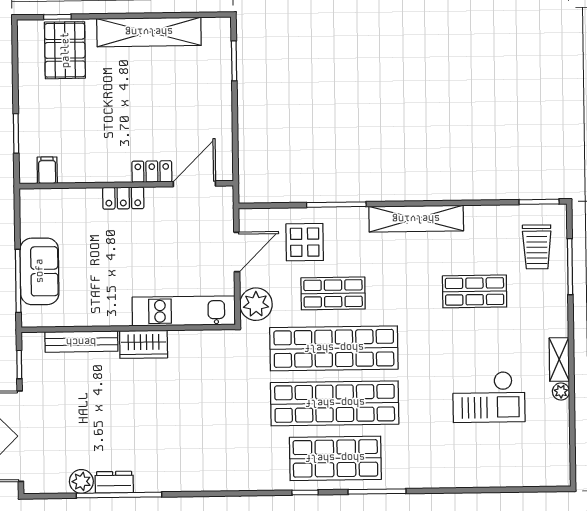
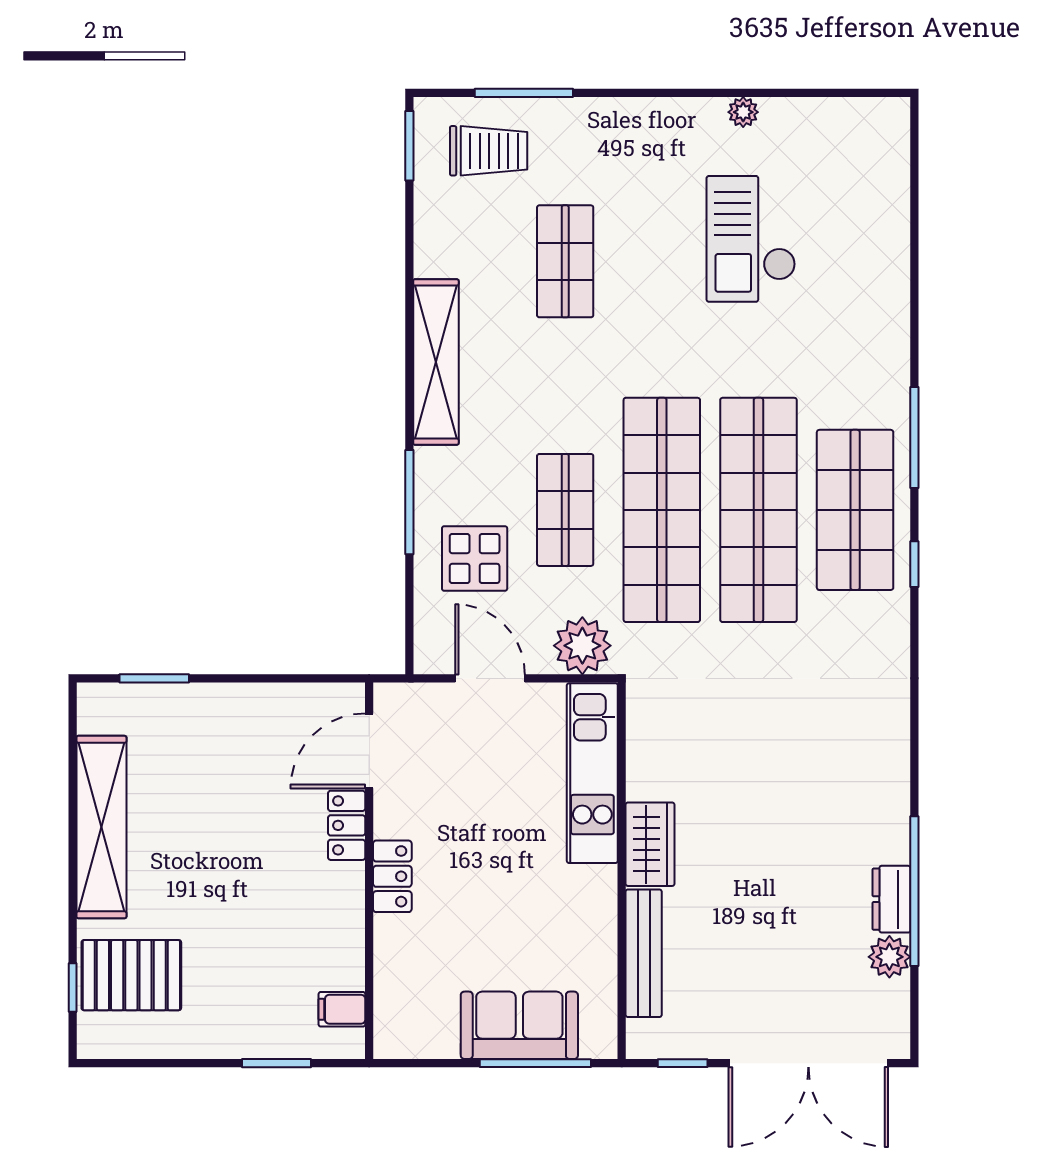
door: (194, 184) -> (369, 751), hinge flipped
shelving: (559, 359) -> (687, 114), removed
checkout: (489, 397) -> (751, 239), turned 180

